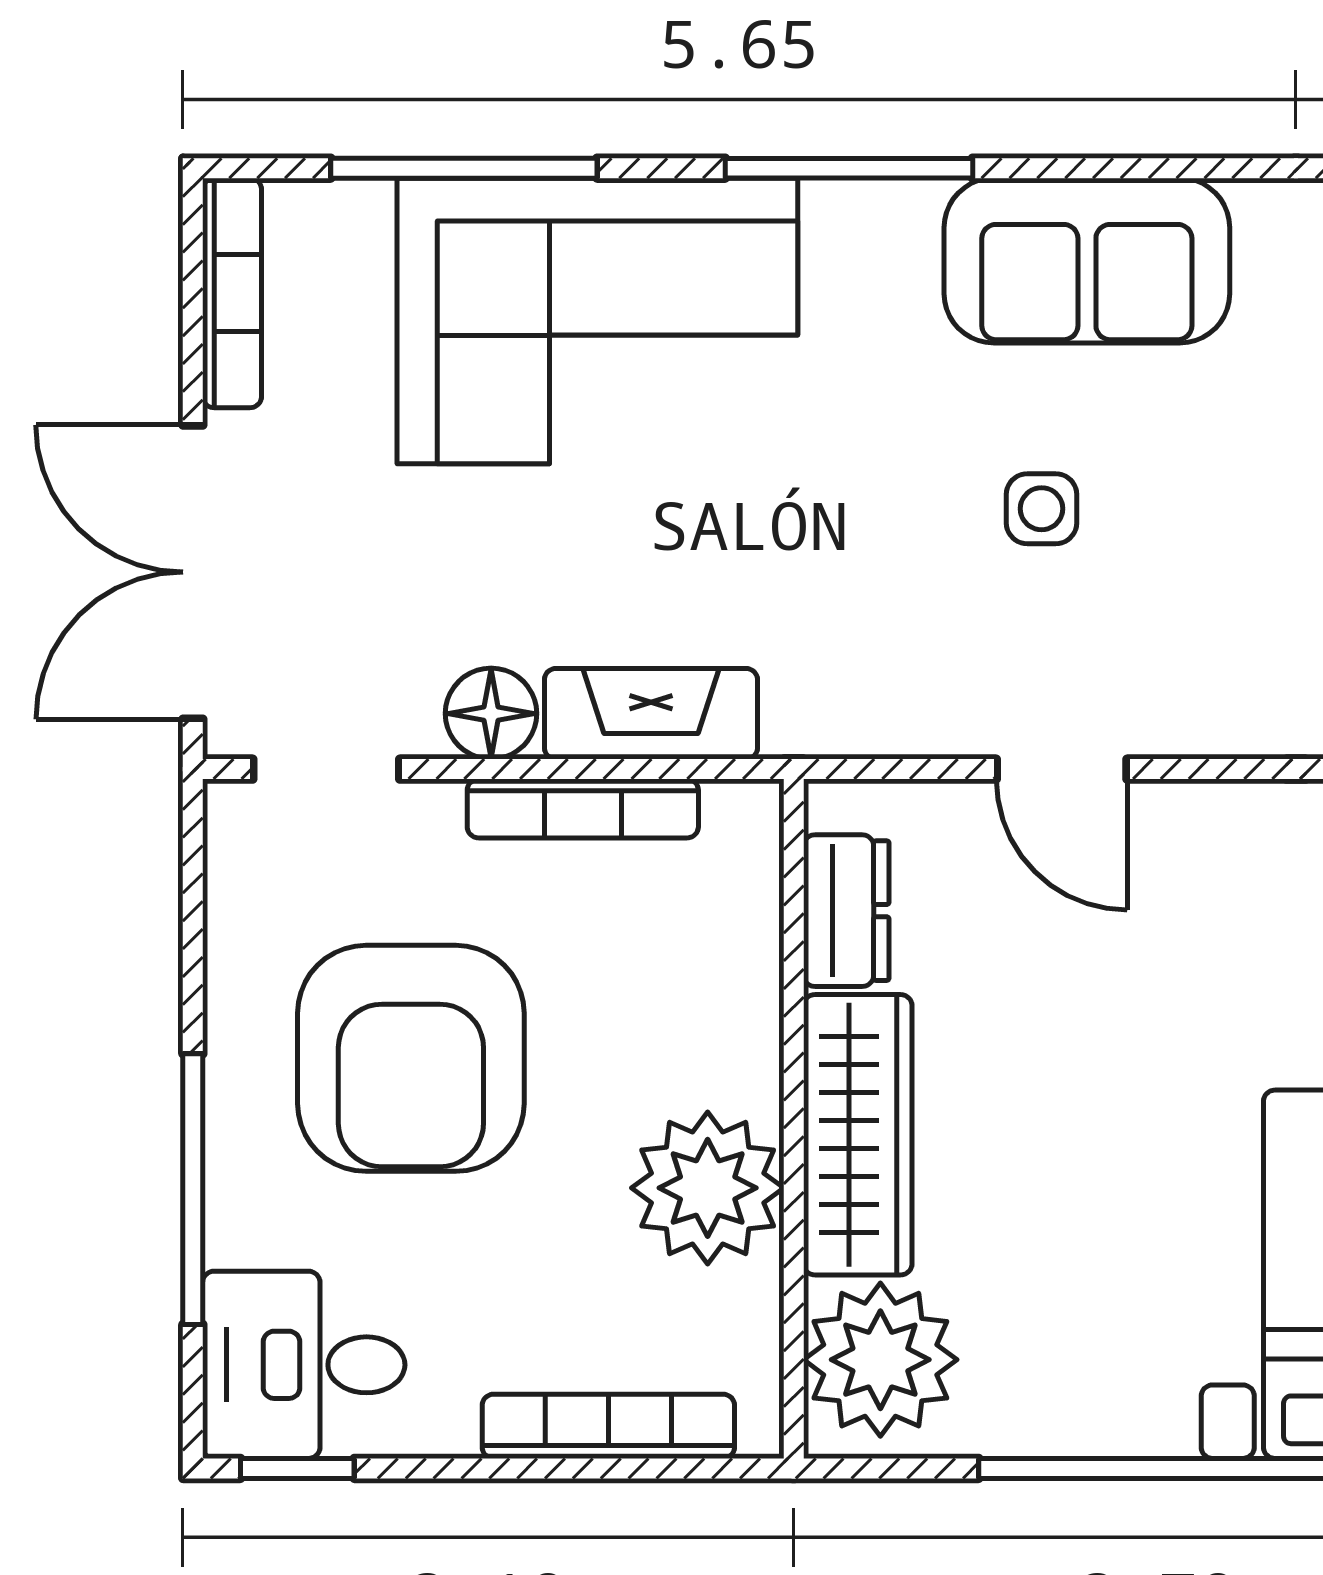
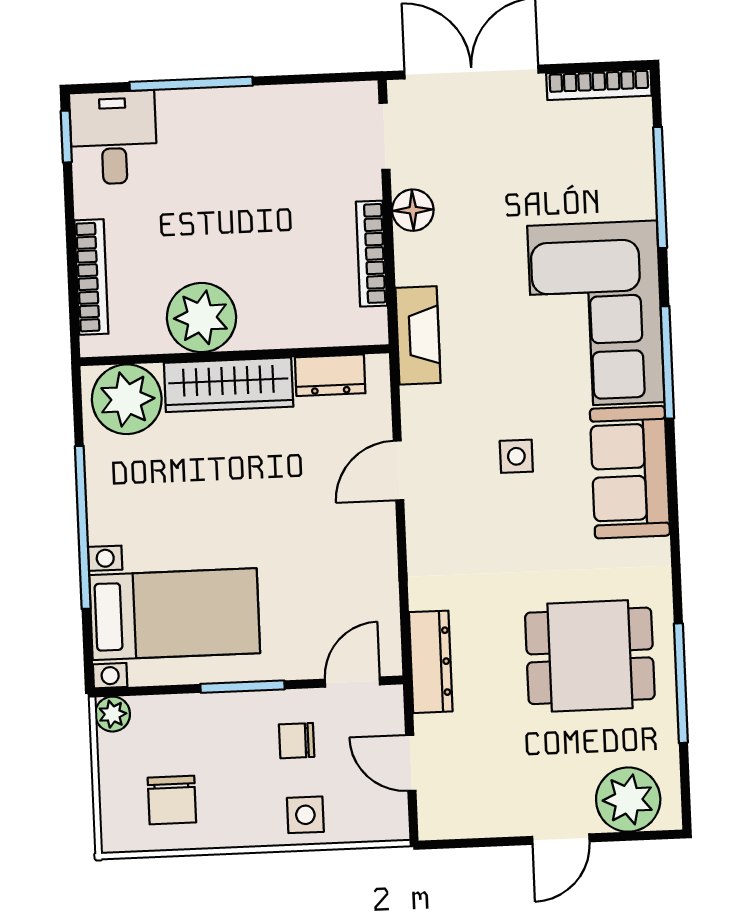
corner sofa: (597, 321) -> (596, 314), moved
fireplace: (651, 714) -> (418, 335), moved
armchair: (411, 1058) -> (255, 180), removed

